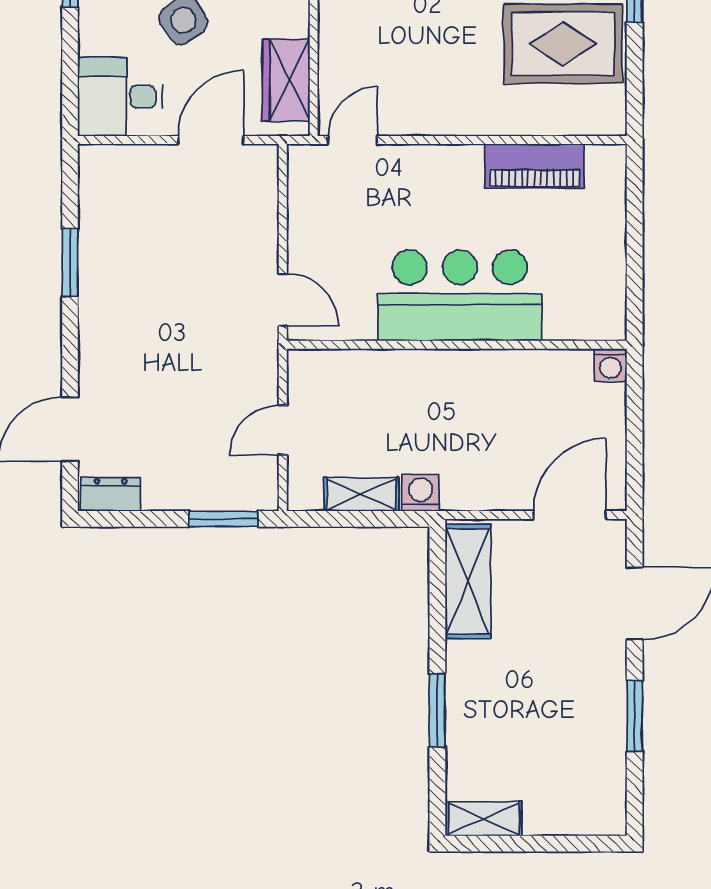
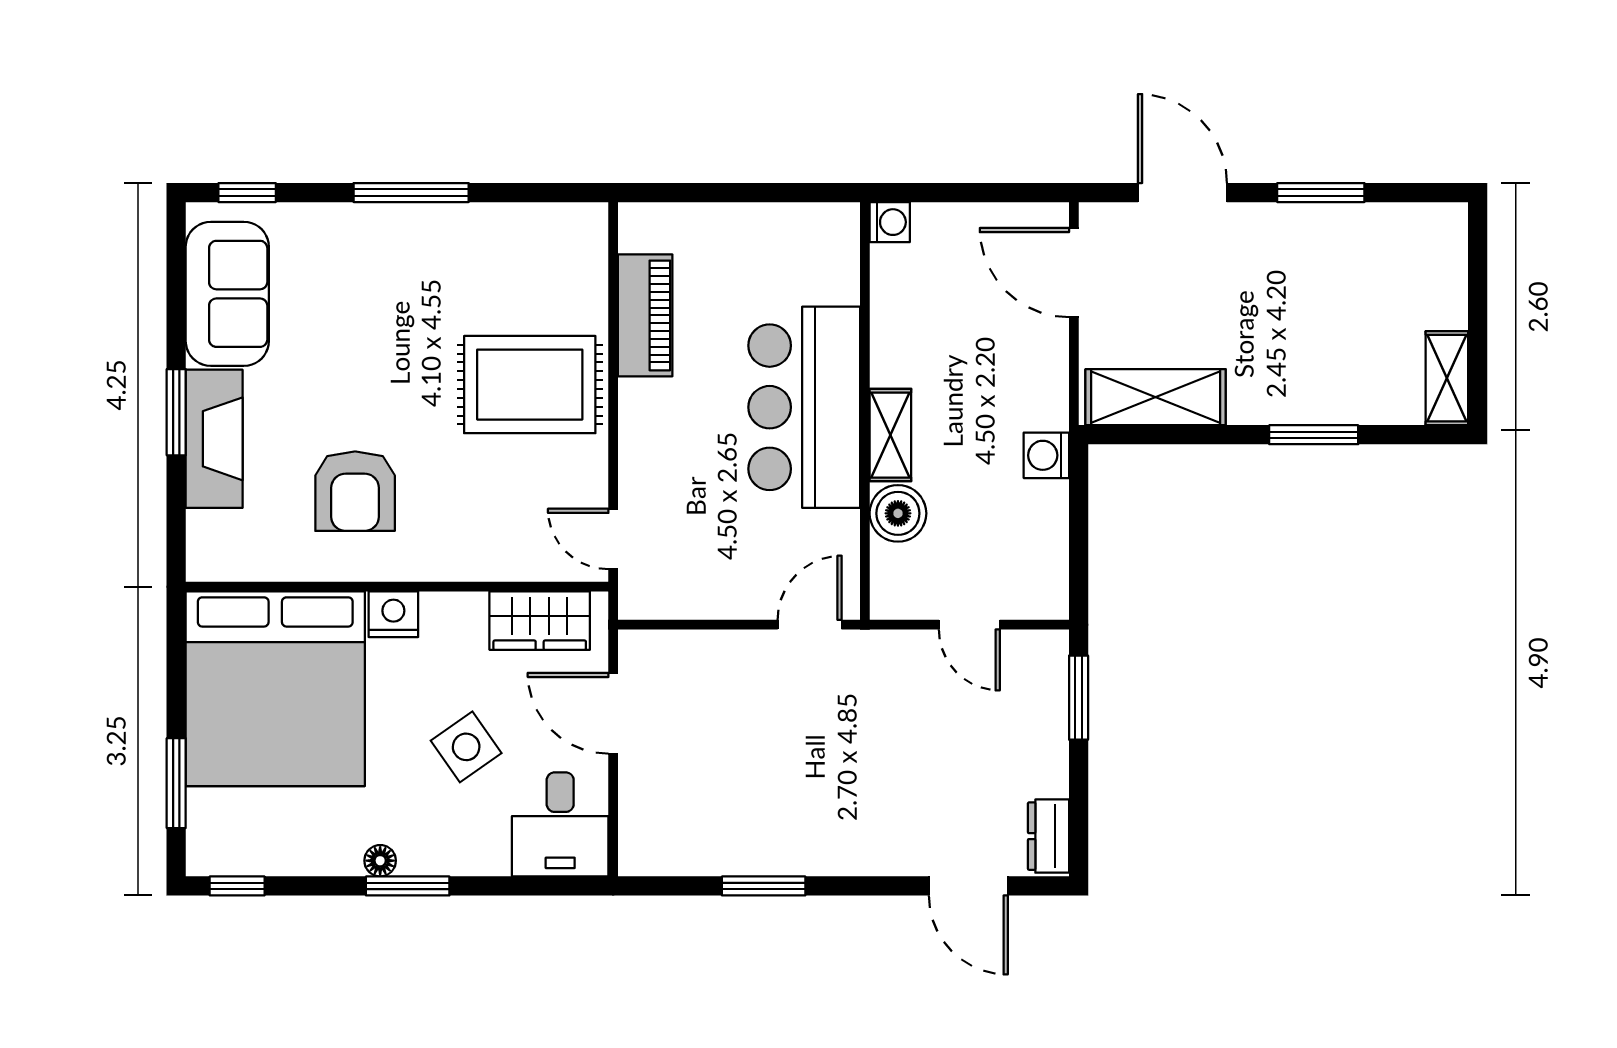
rug: (563, 44) -> (530, 385), moved, turned 90
boiler: (373, 372) -> (898, 513), added
shelving: (361, 494) -> (890, 435), moved

